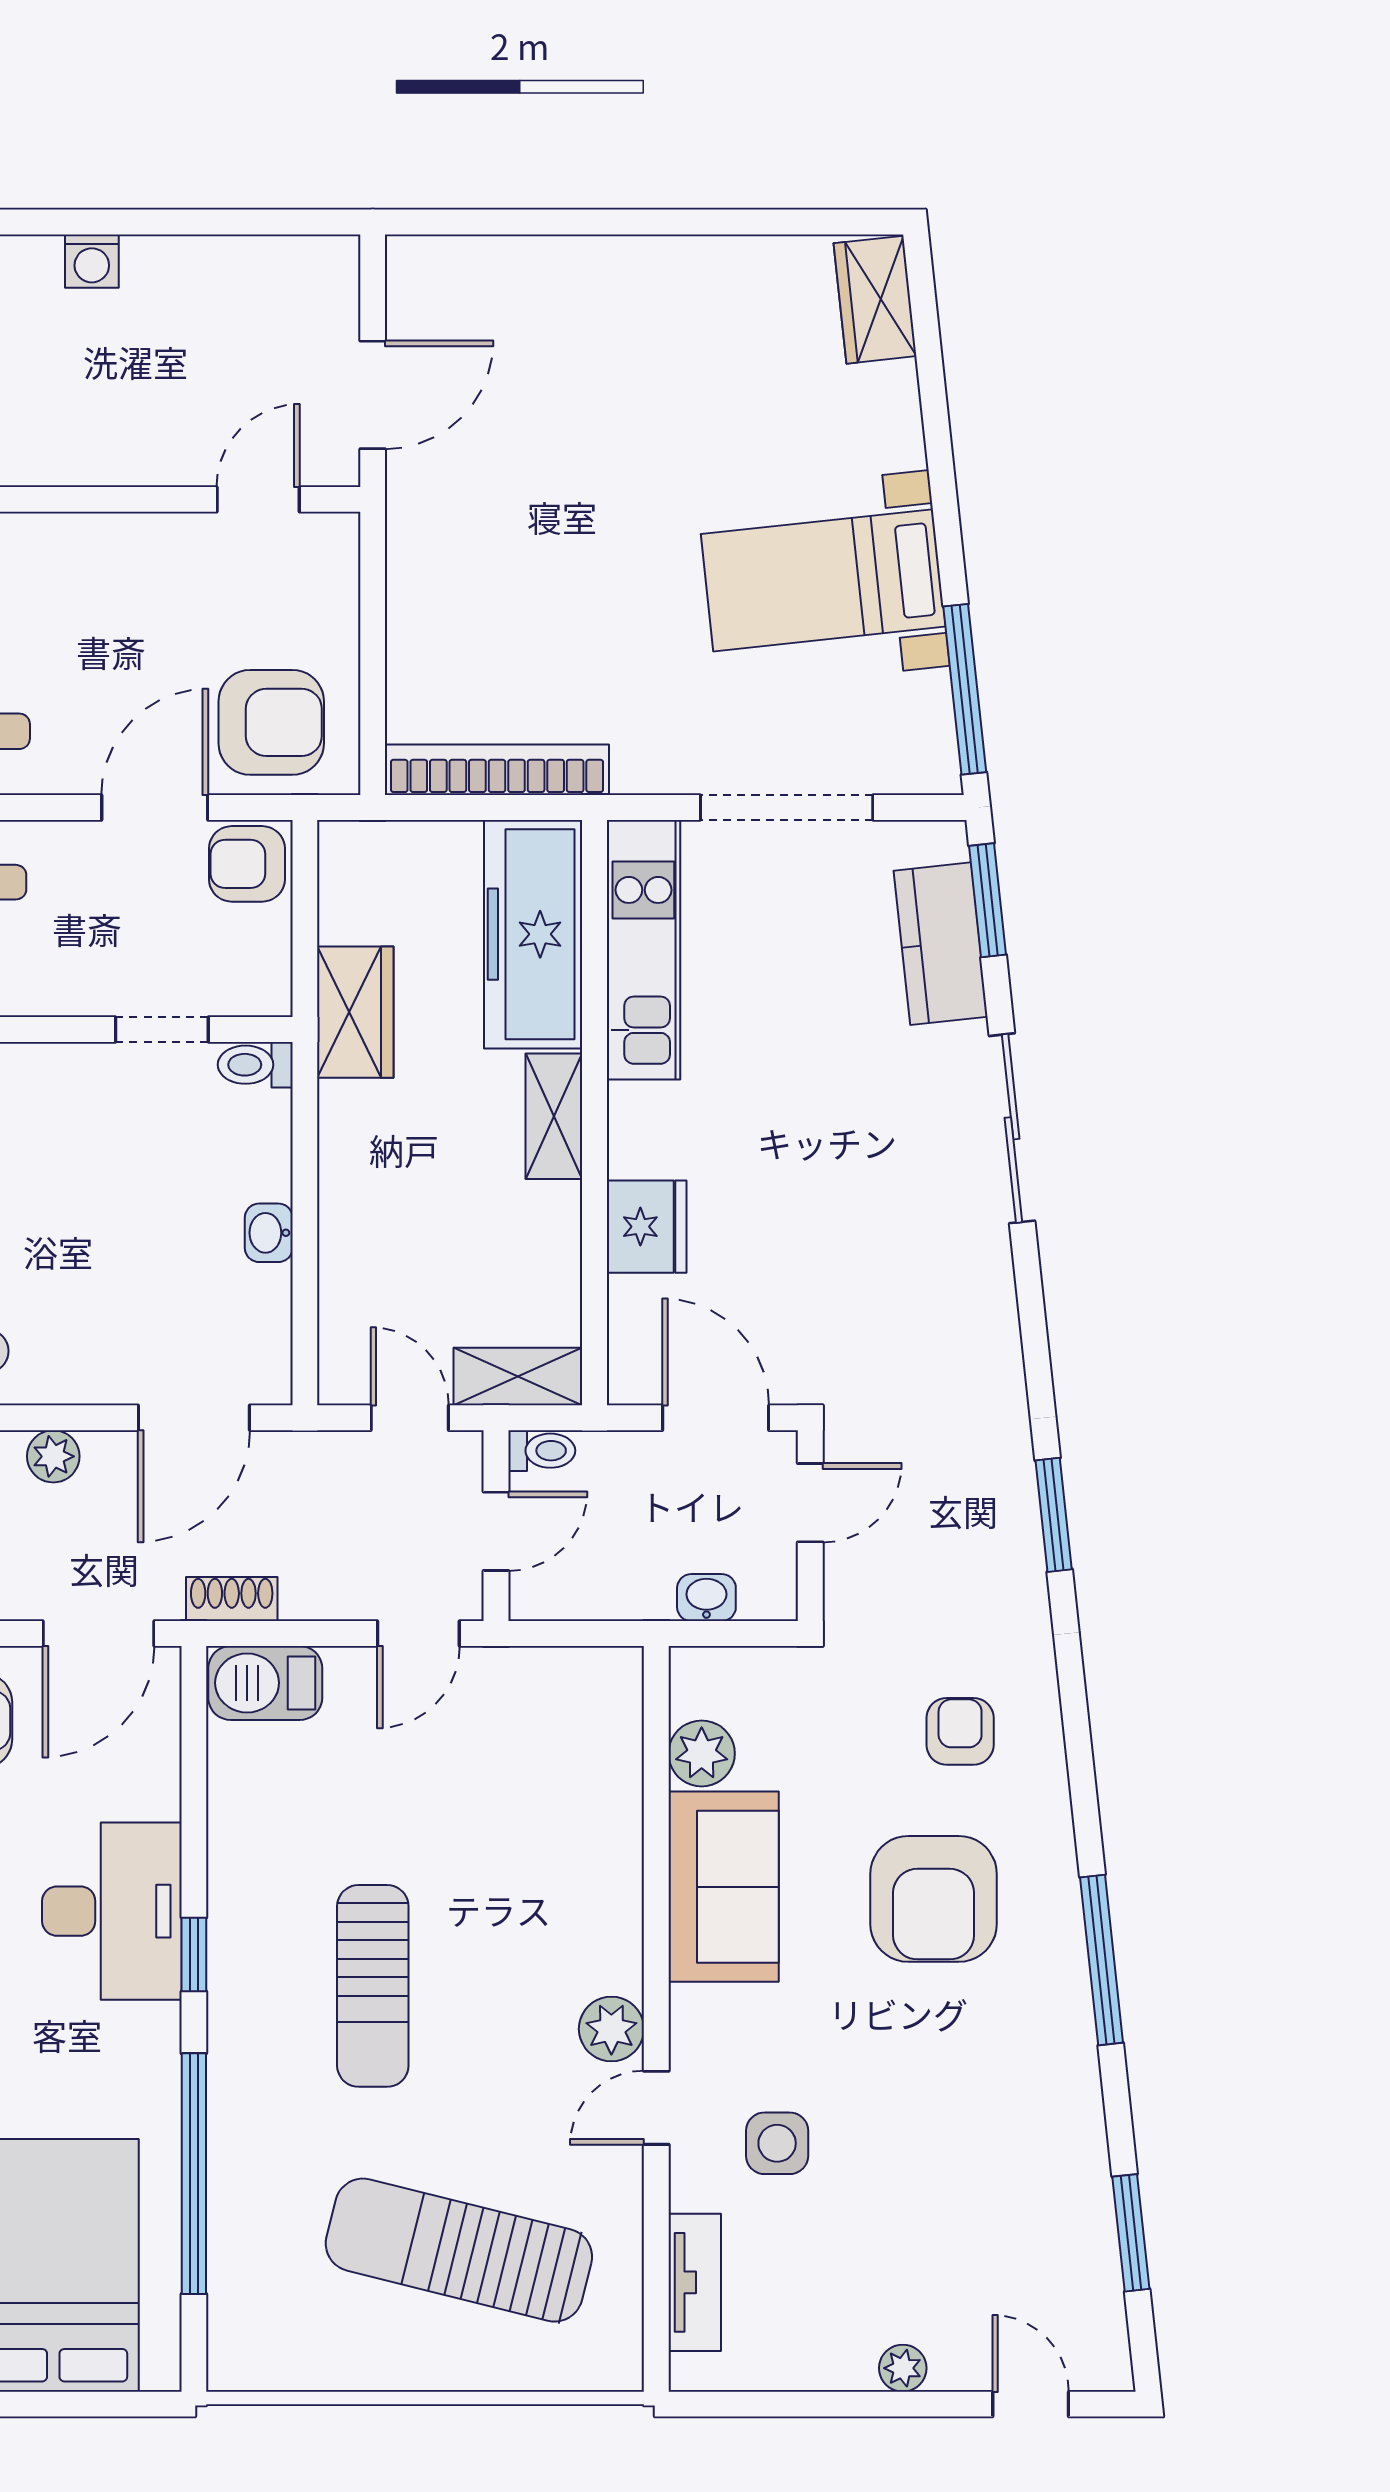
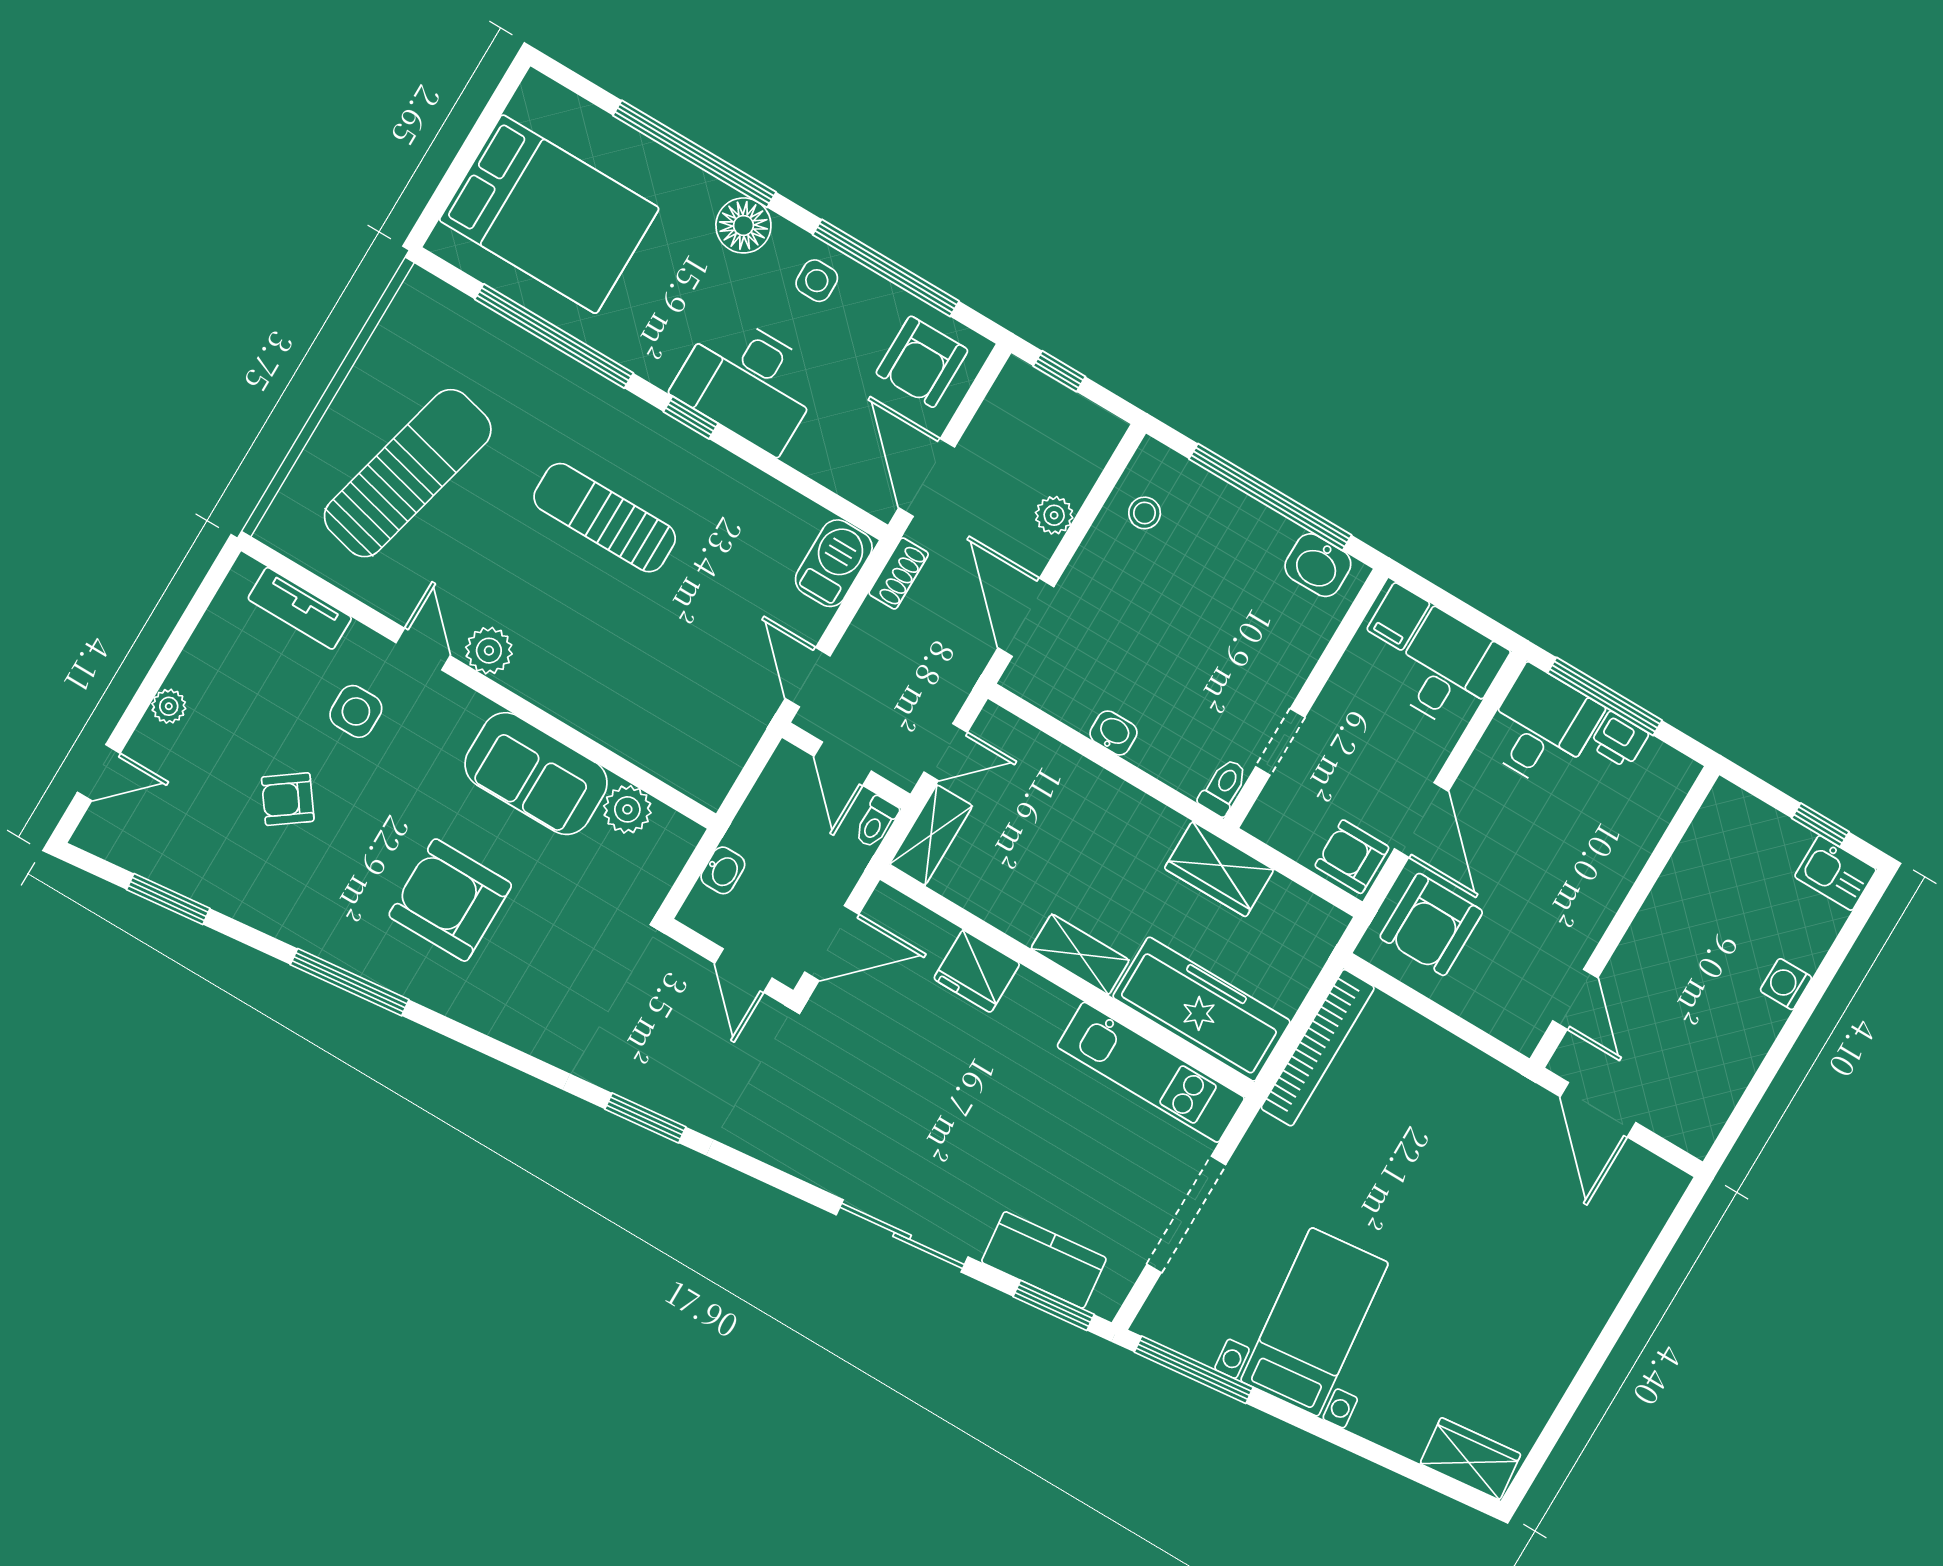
armchair: (247, 864) -> (1352, 857), turned -90
armchair: (960, 1731) -> (288, 799), moved, turned 144

